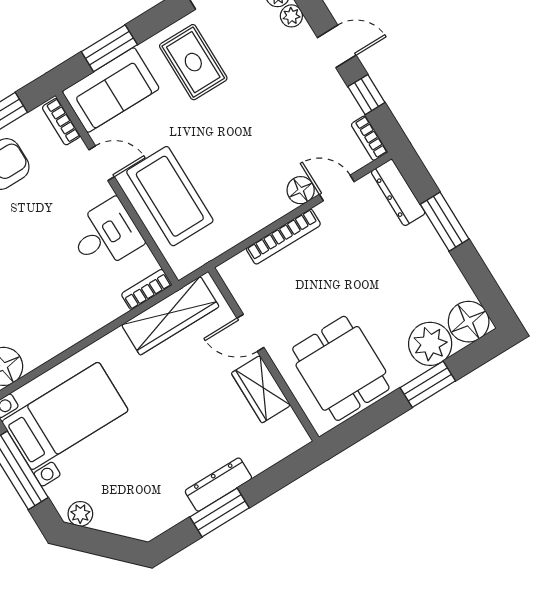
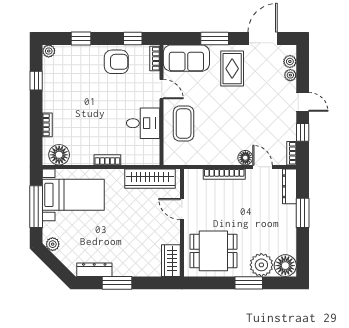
window: (109, 48) -> (215, 38), moved
coffee table: (170, 196) -> (184, 124), width x0.73, depth x0.76
bookcase: (147, 289) -> (107, 160), moved
dining table: (341, 368) -> (213, 251), turned 90
wardrobe: (261, 389) -> (171, 261), moved
dresser: (218, 485) -> (94, 270), moved

